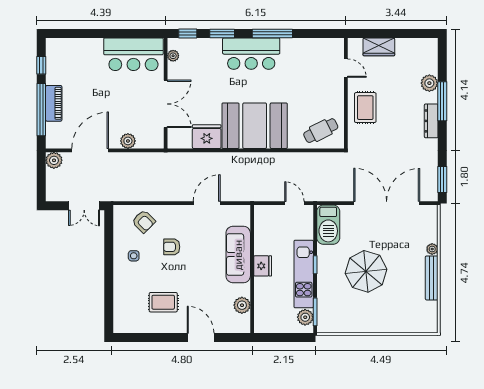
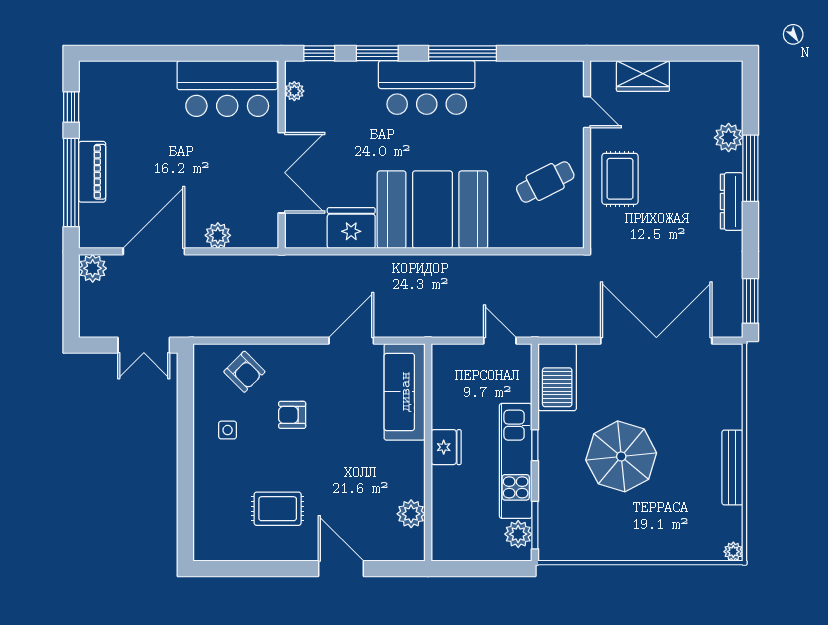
cafe table: (321, 131) -> (545, 182), moved
plant: (432, 249) -> (733, 552), moved
sofa: (238, 255) -> (405, 392), moved

